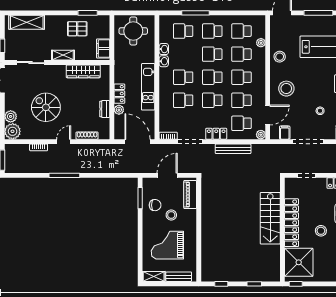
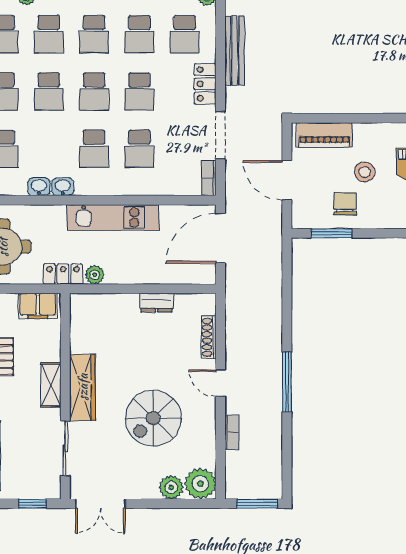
wardrobe: (83, 71) -> (83, 387), moved
locker: (119, 94) -> (63, 274), moved
plant: (119, 110) -> (95, 275), moved

